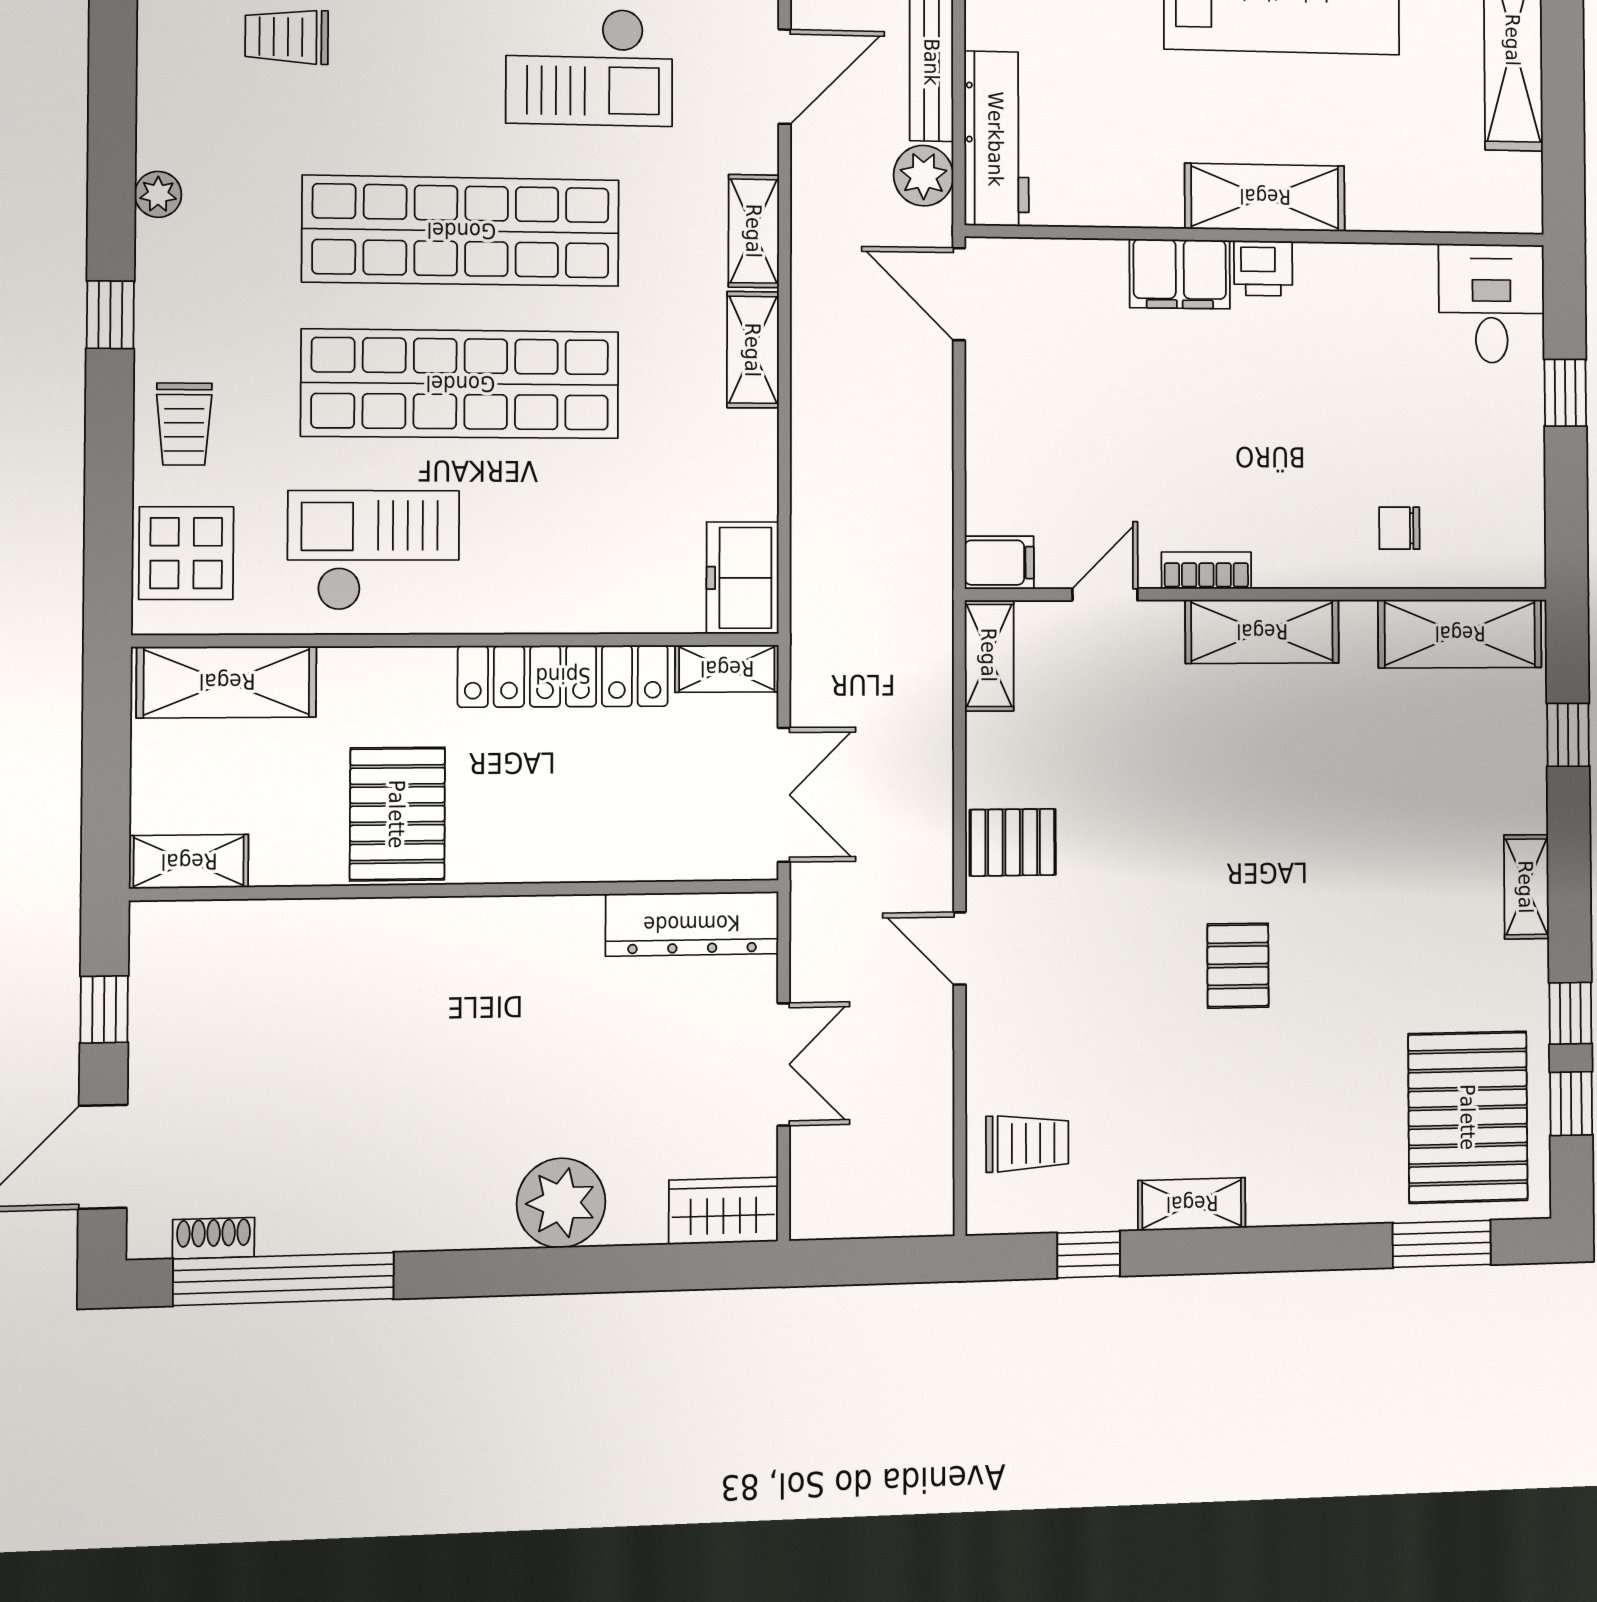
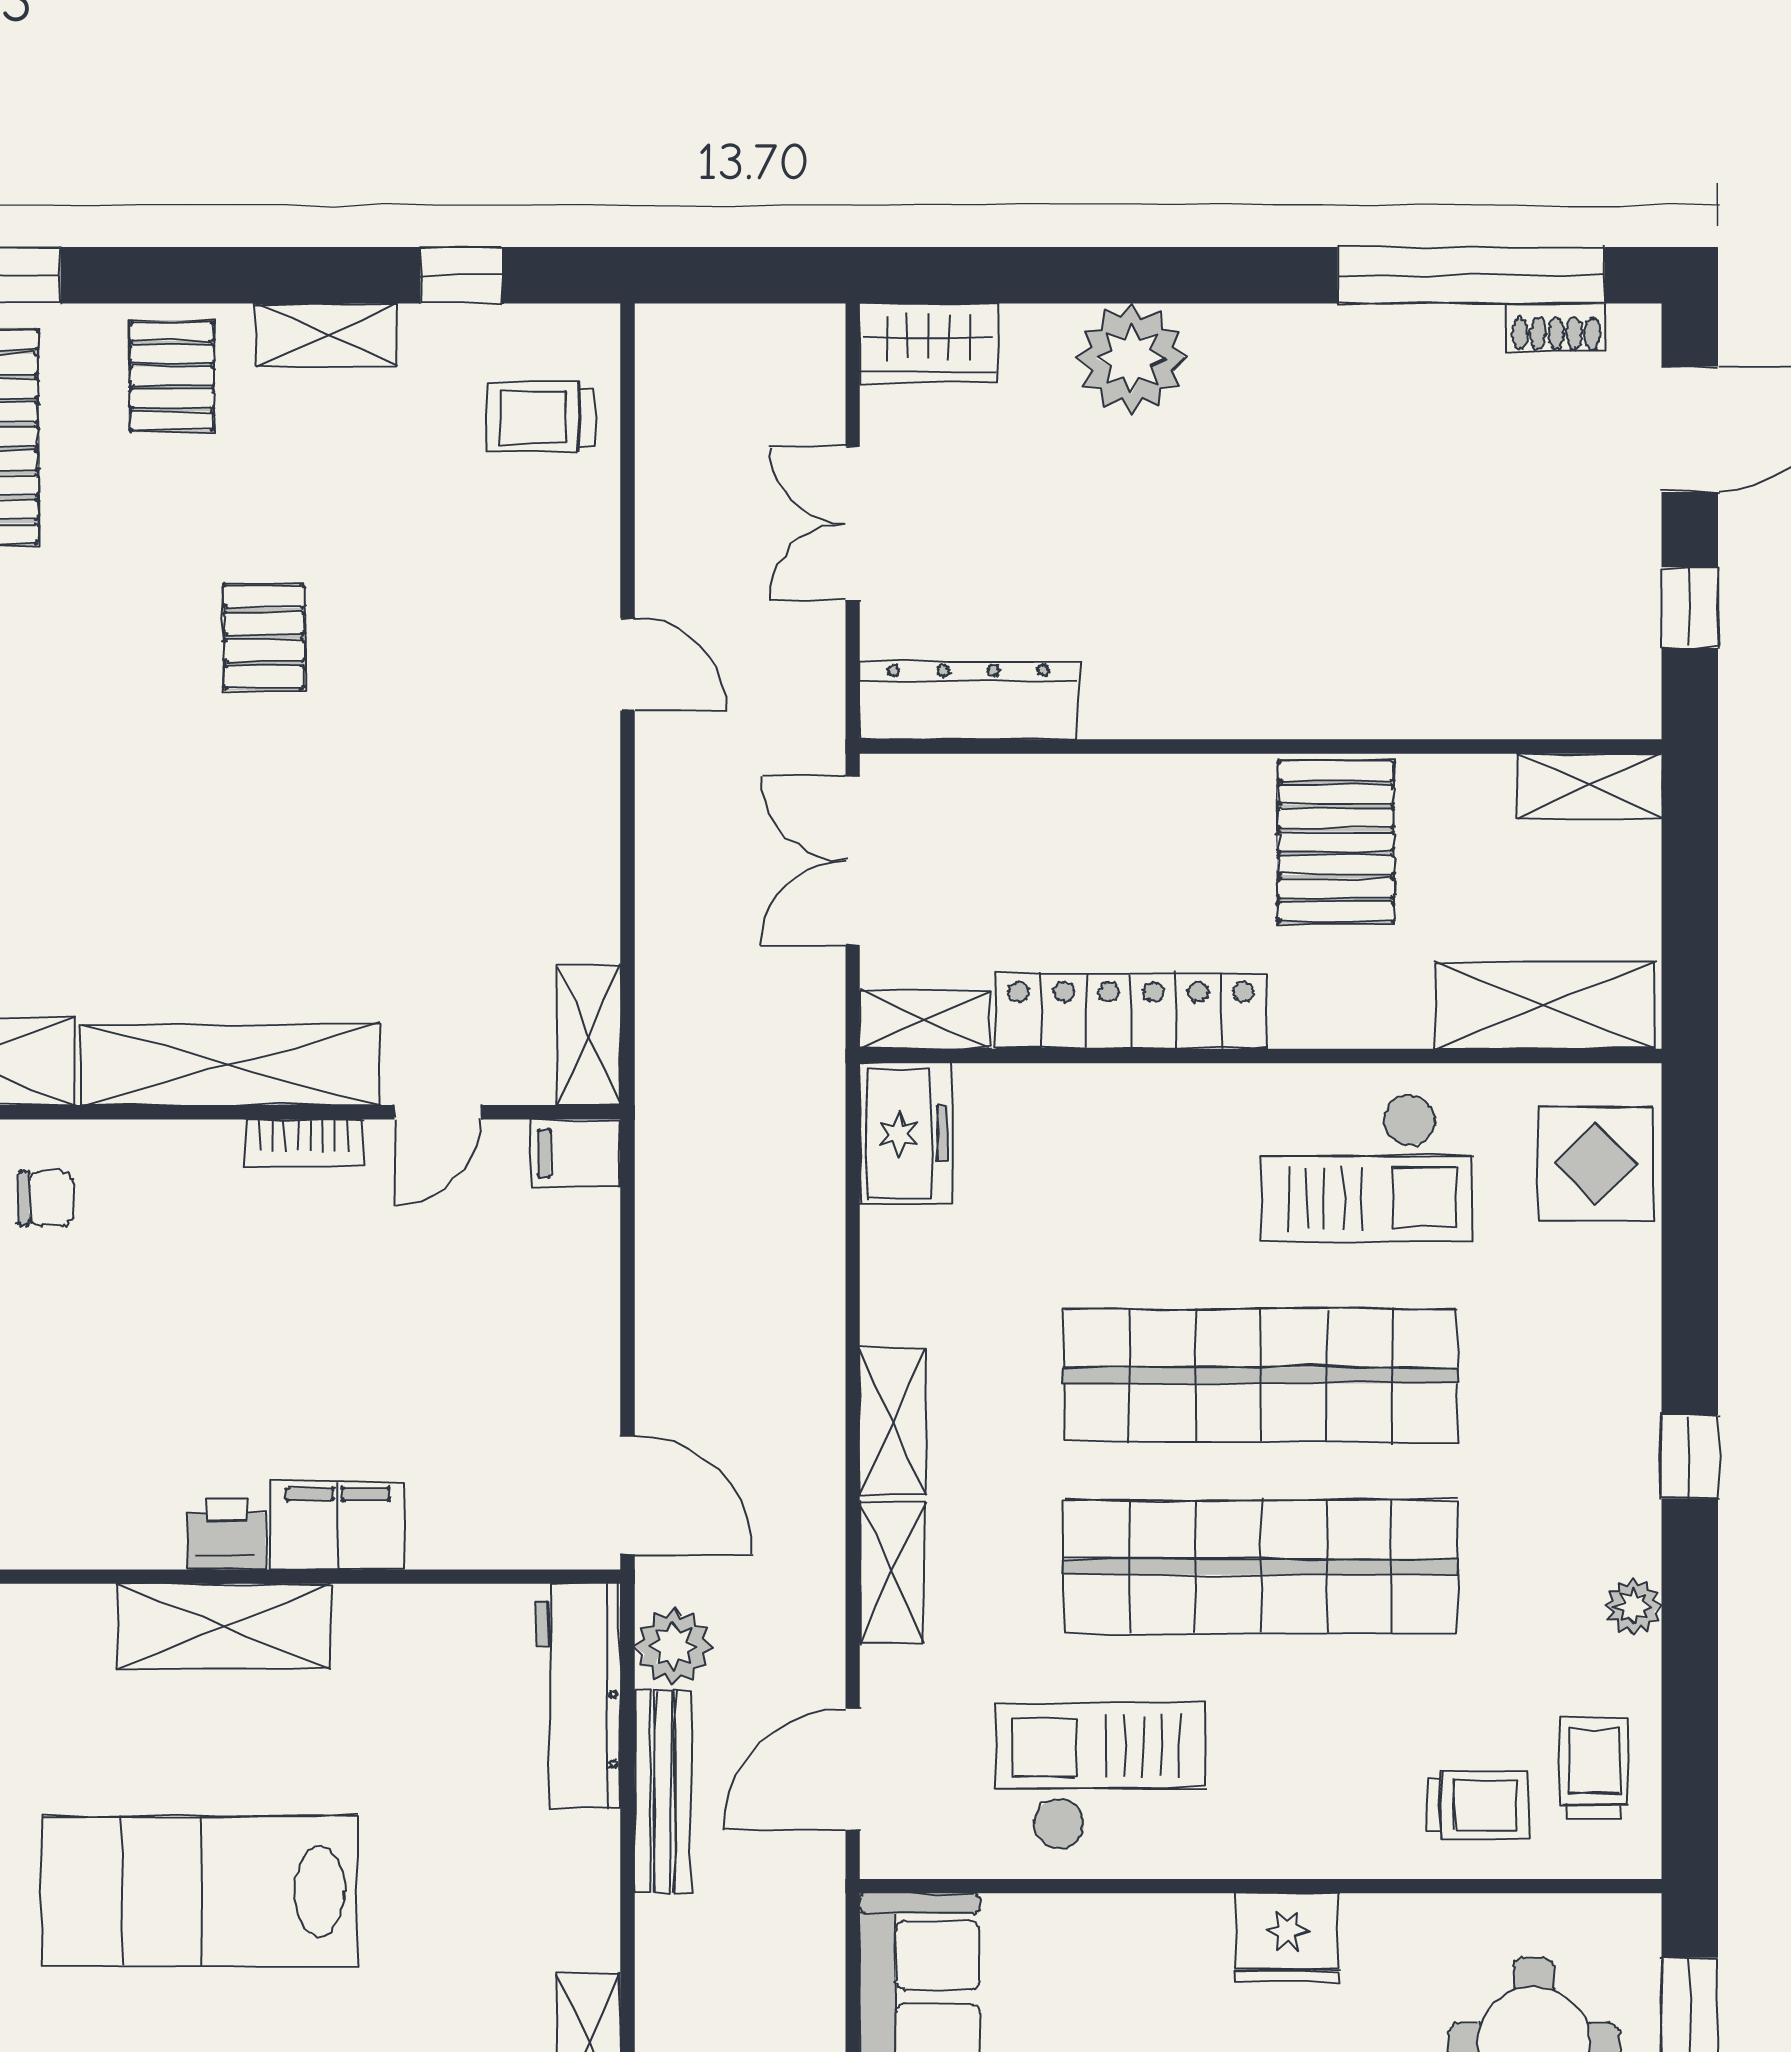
trolley: (184, 424) -> (1595, 1768), moved
shelving: (1262, 632) -> (230, 1064), width x1.47
pallet: (1013, 842) -> (172, 376), moved, turned 90

